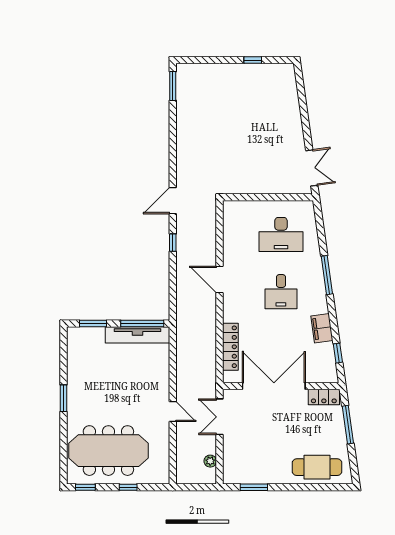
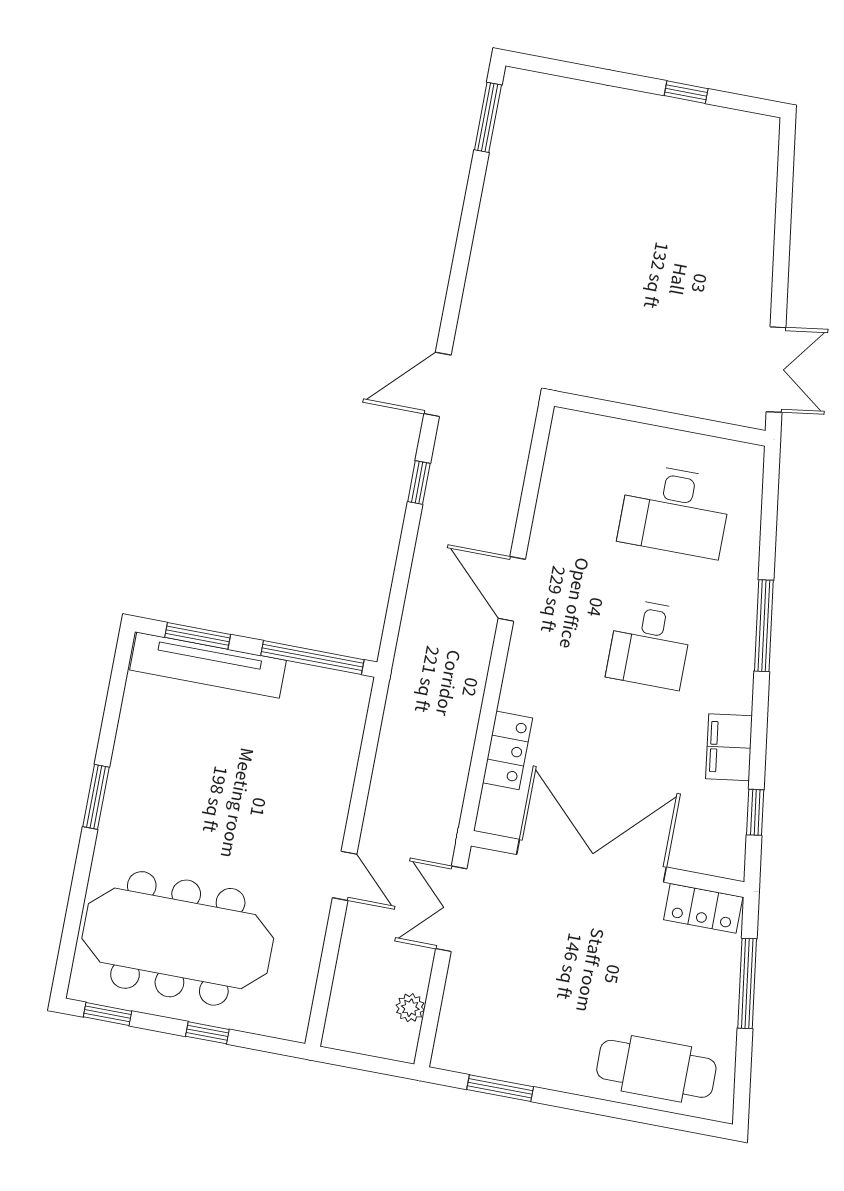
tv unit: (137, 335) -> (208, 665), moved
locker: (230, 347) -> (508, 750), width x0.66

